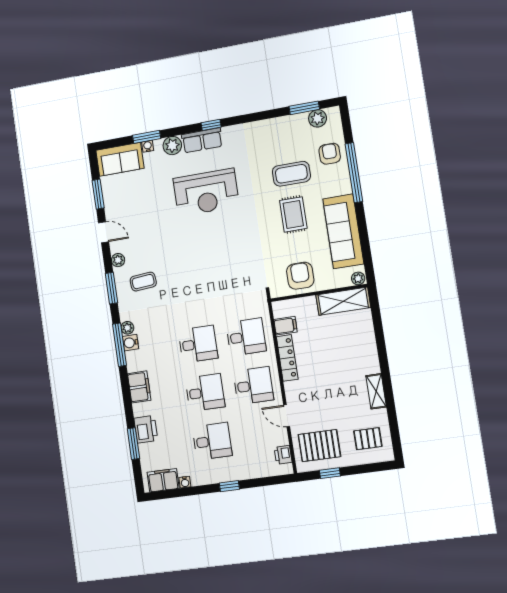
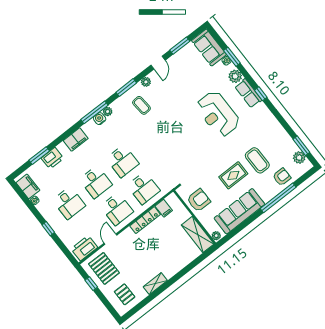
printer: (283, 455) -> (84, 248), width x1.87, depth x1.48

